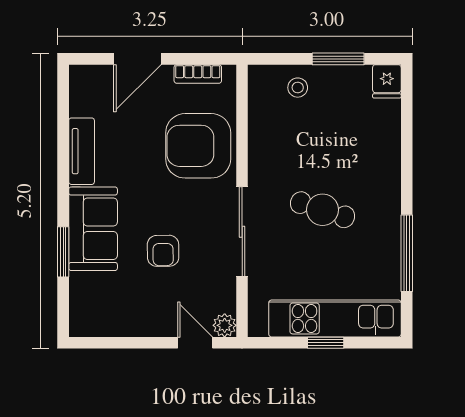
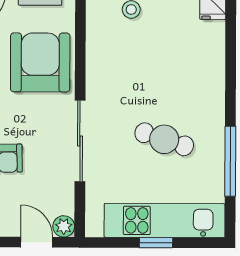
armchair: (198, 146) -> (40, 62), turned 90
cafe table: (322, 210) -> (164, 139), moved

